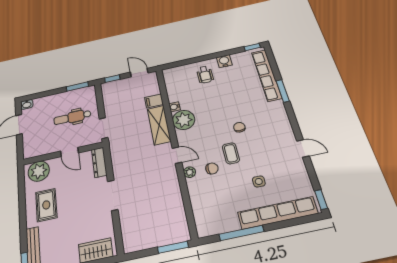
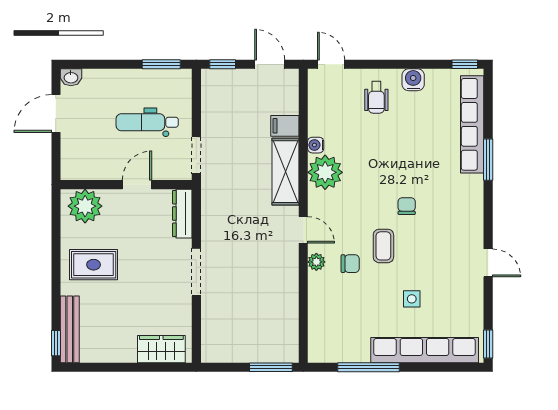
door: (175, 65) -> (331, 64), added
door: (70, 152) -> (137, 185), swing flipped
rug: (46, 205) -> (94, 265), turned 90

